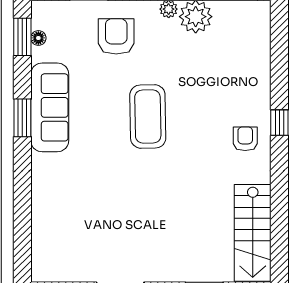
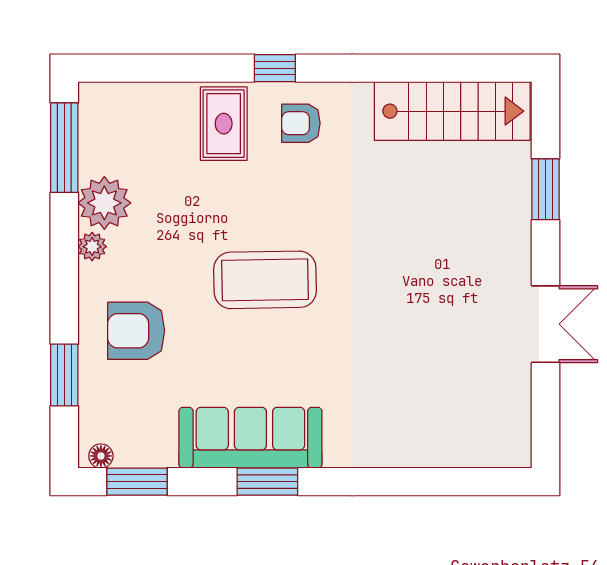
floor lamp: (38, 38) -> (101, 456), moved
rug: (245, 91) -> (224, 124), added

